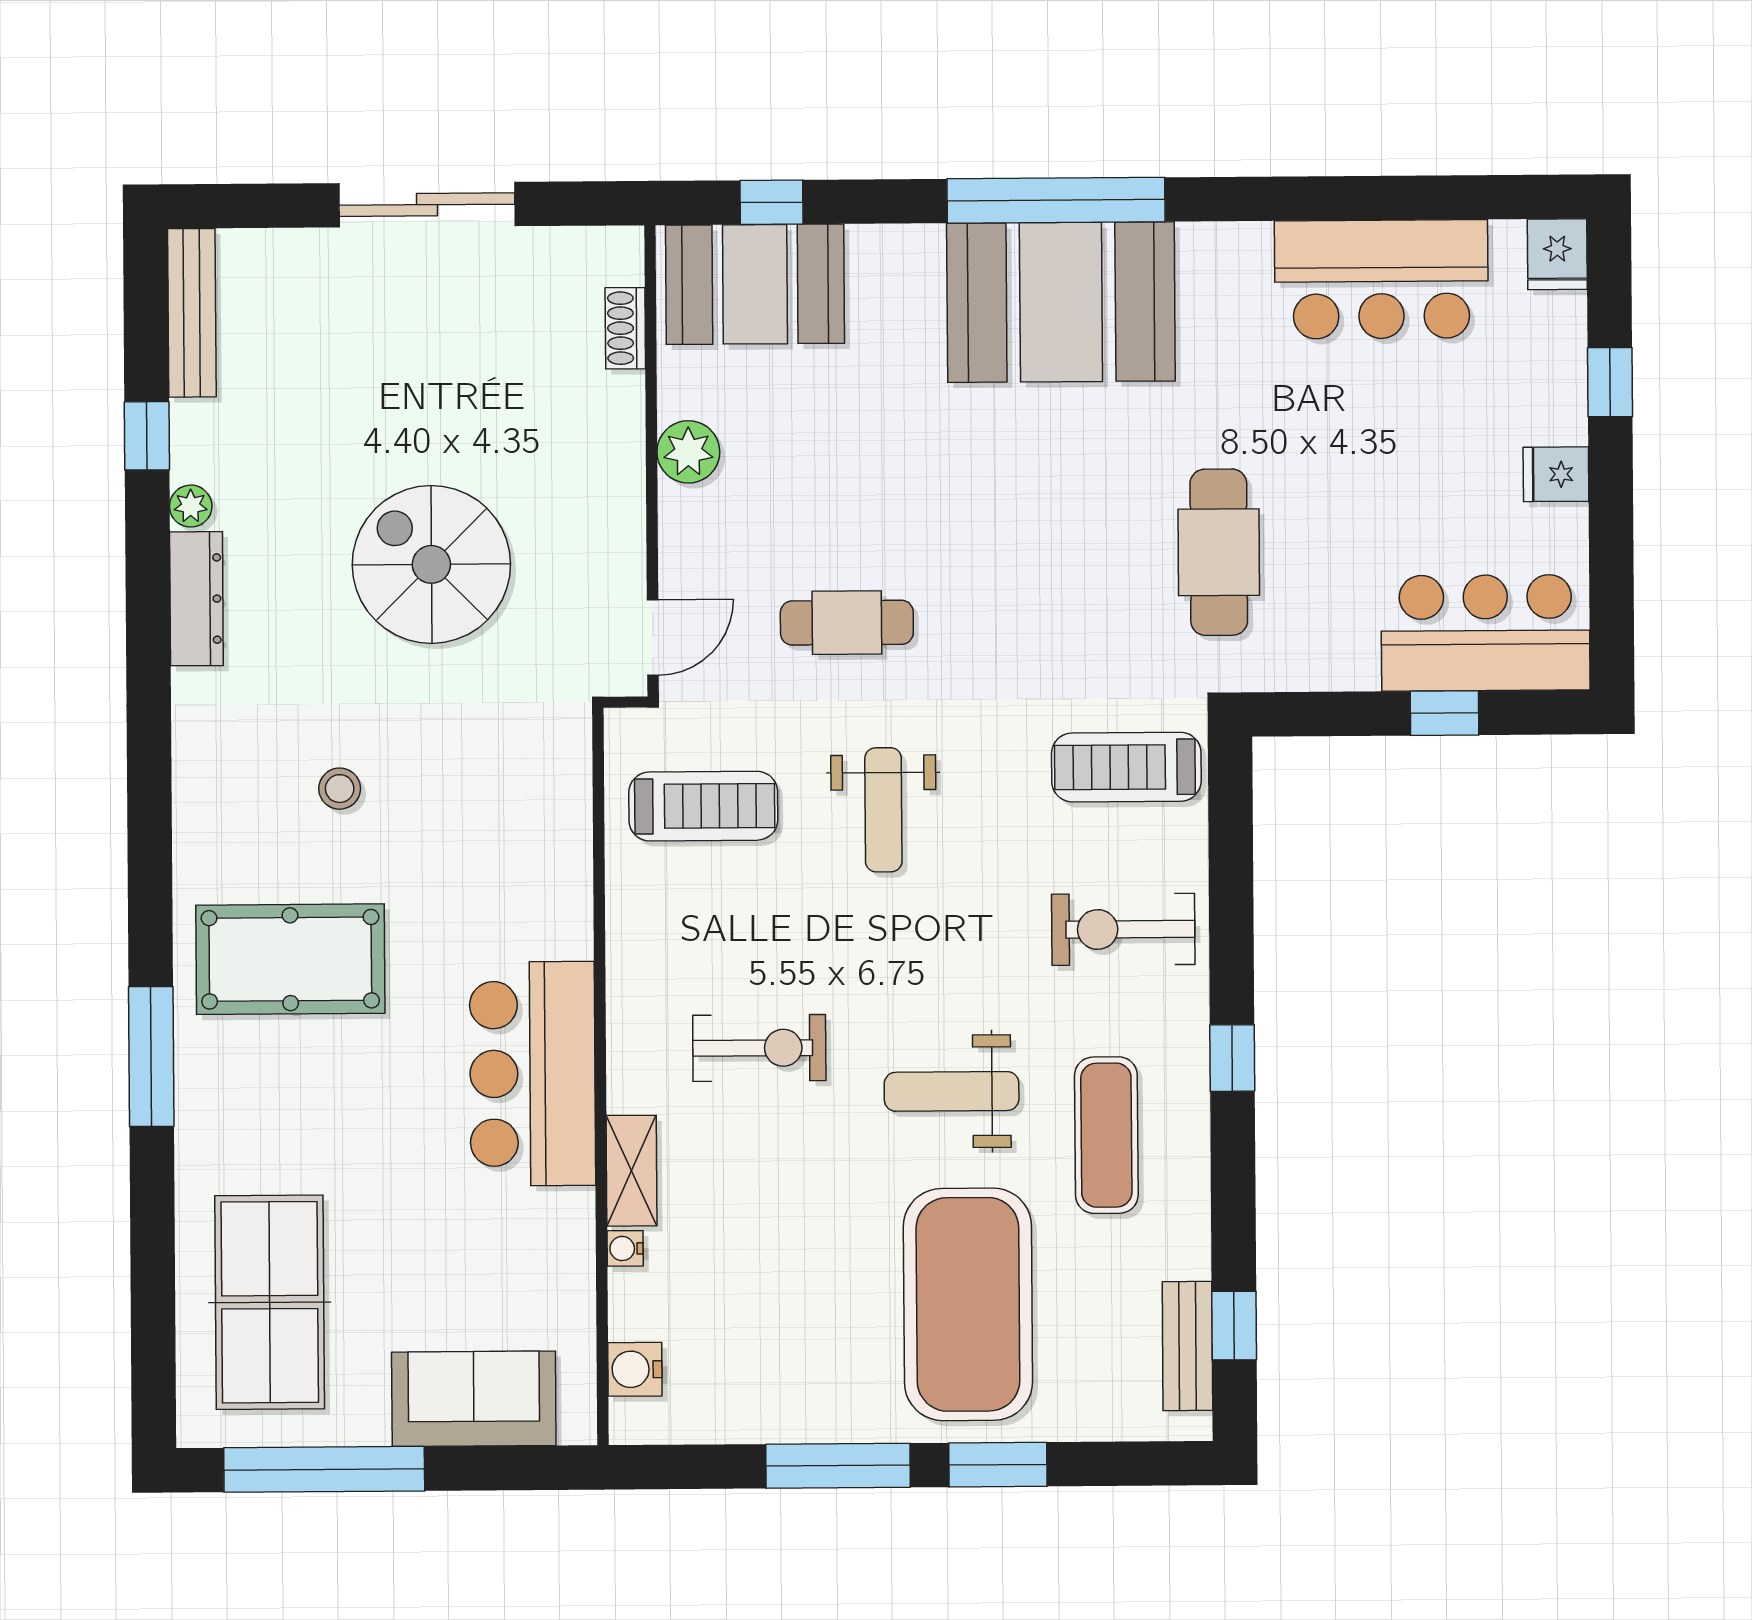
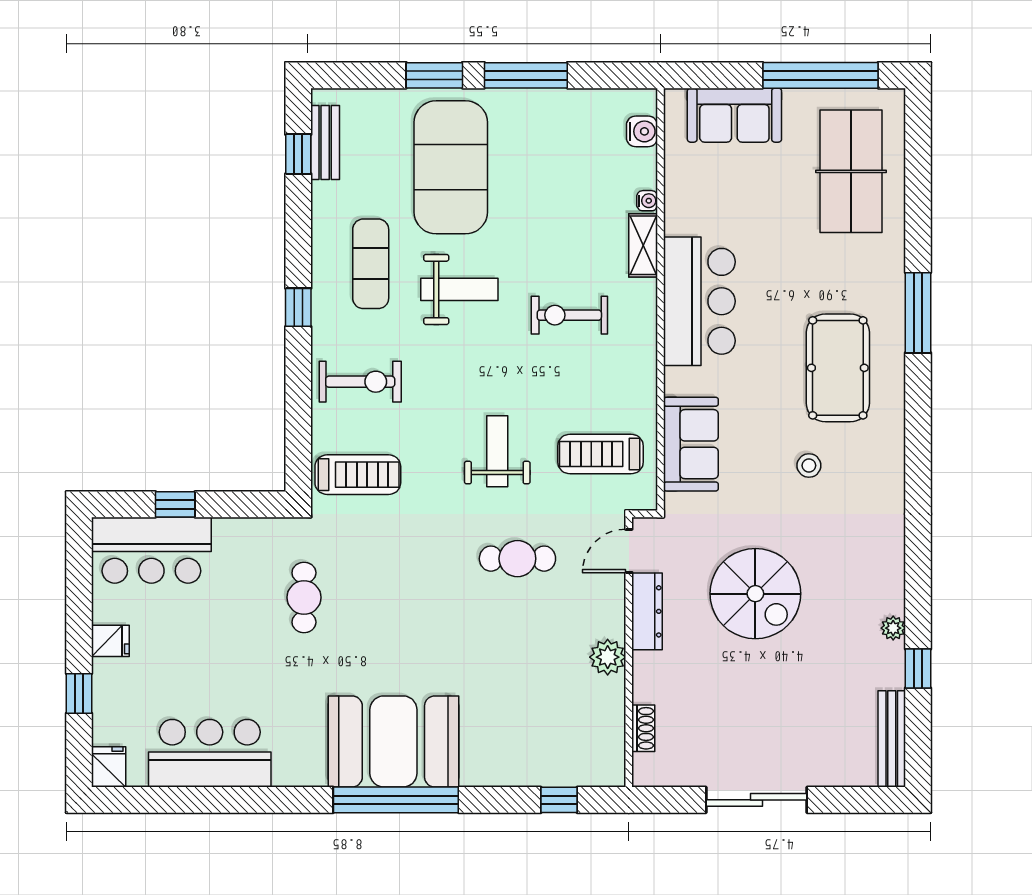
booth: (755, 284) -> (569, 753), removed
cafe table: (1219, 552) -> (304, 597), width x0.73, depth x0.74
dresser: (196, 599) -> (647, 611), moved, turned 180
sofa: (546, 824) -> (691, 444), added
pool table: (290, 959) -> (838, 368), turned 90

